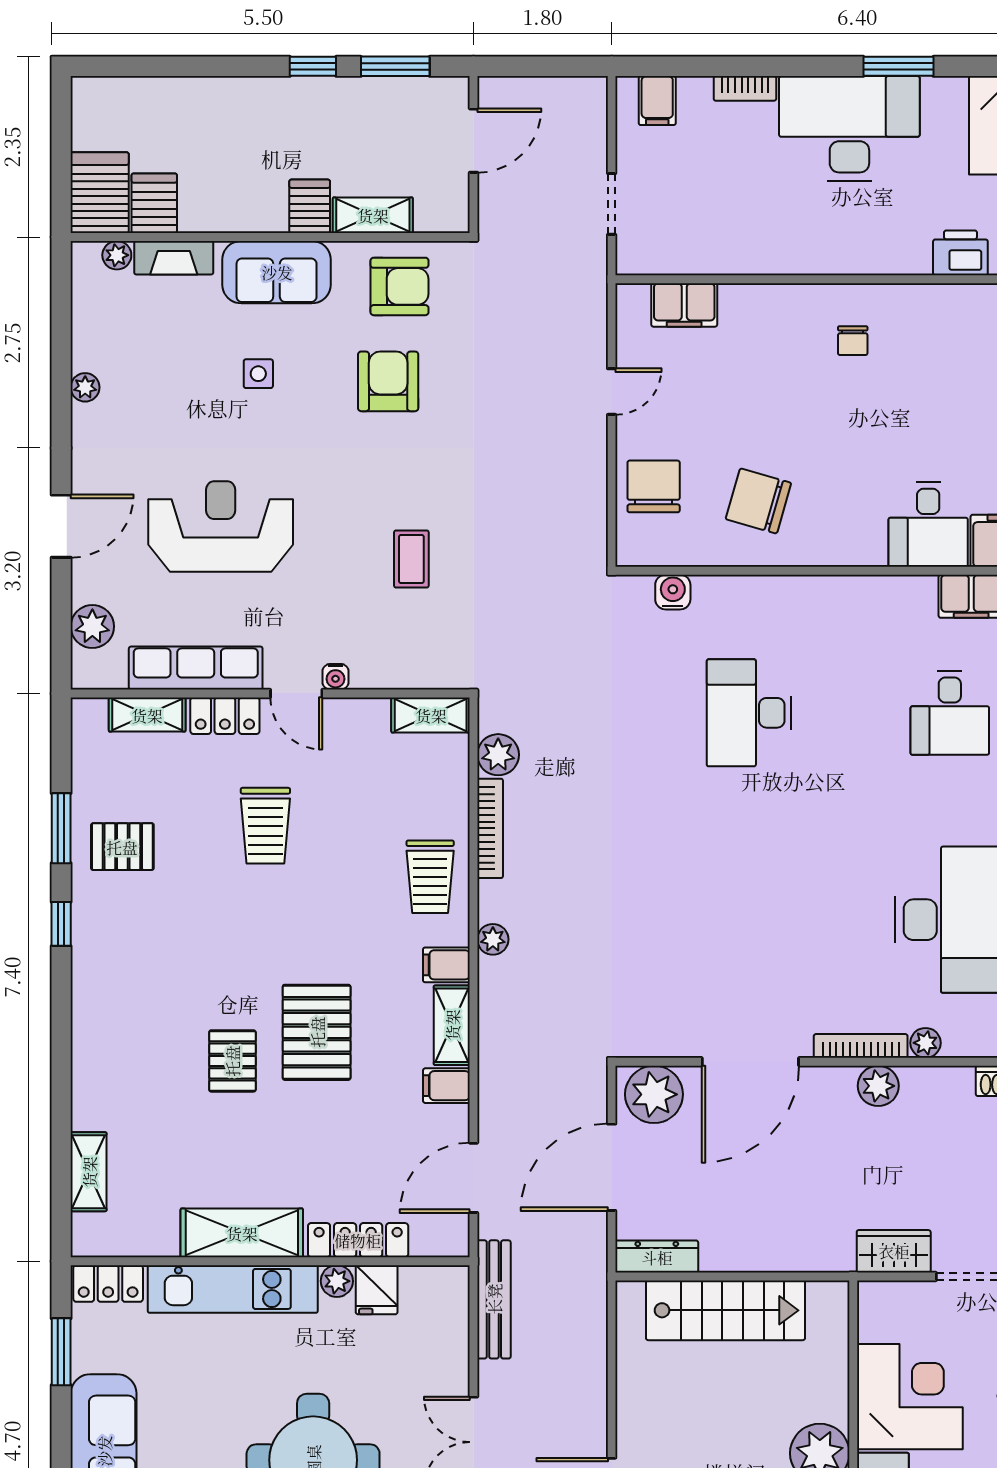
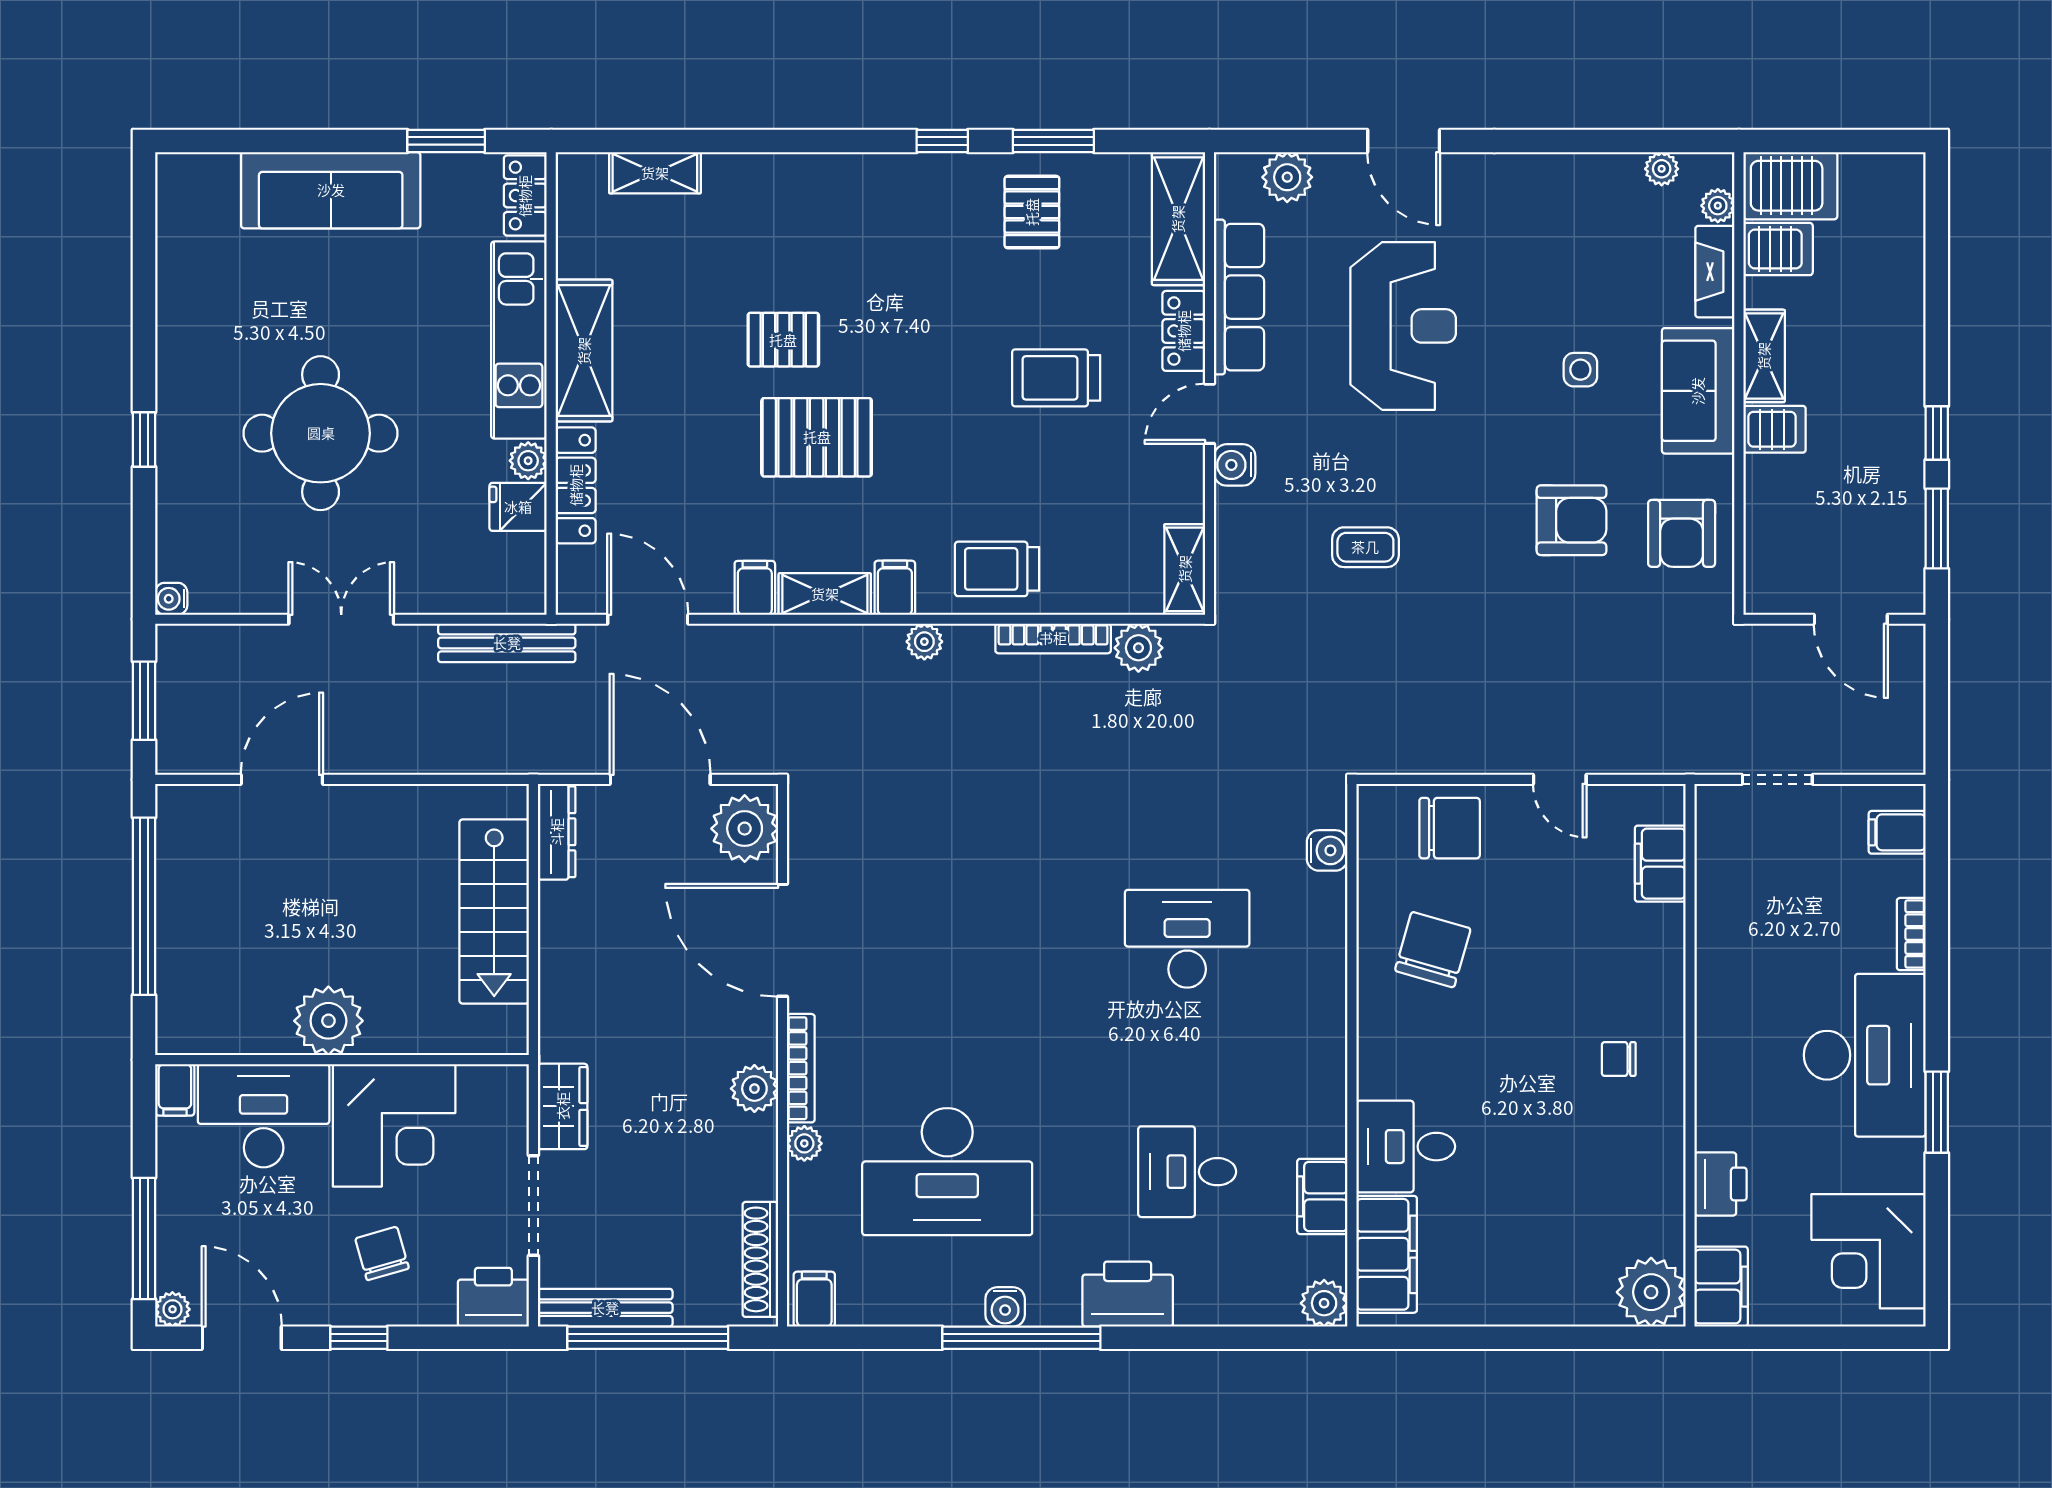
shelving: (373, 215) -> (1764, 356), moved
plant: (85, 387) -> (1662, 169), moved
water cooler: (335, 677) -> (1235, 465), width x1.38, depth x1.38
shelving: (147, 715) -> (1178, 219), width x1.50, depth x1.33

